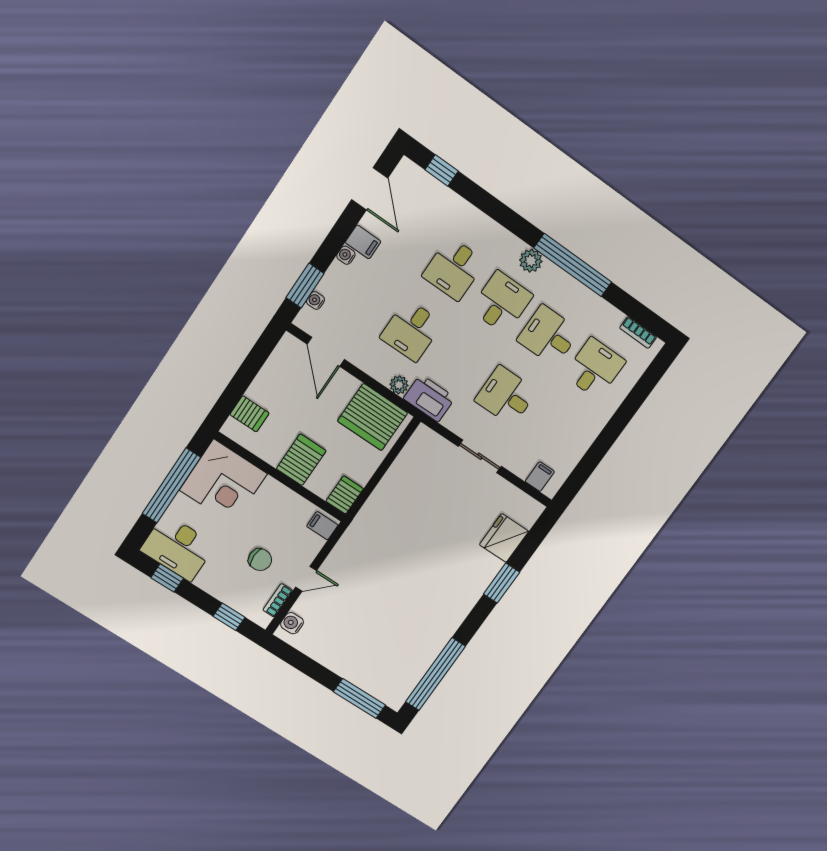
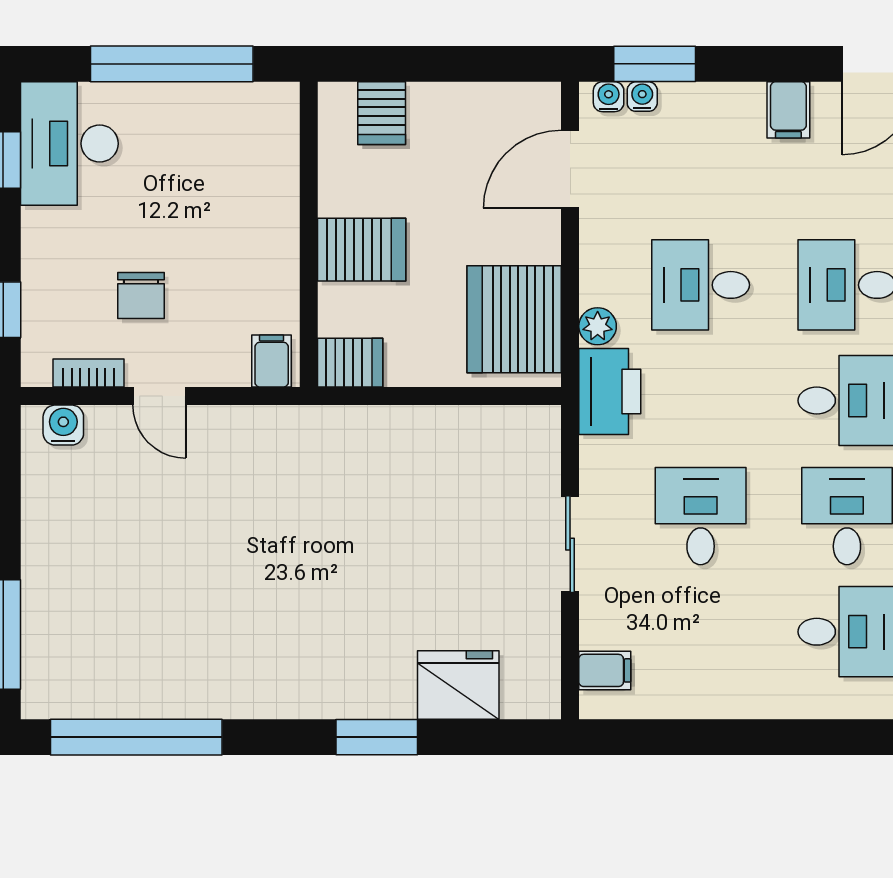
water cooler: (346, 255) -> (609, 97), moved
corner desk: (223, 482) -> (236, 146), removed

